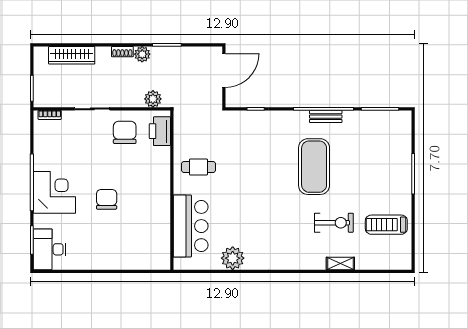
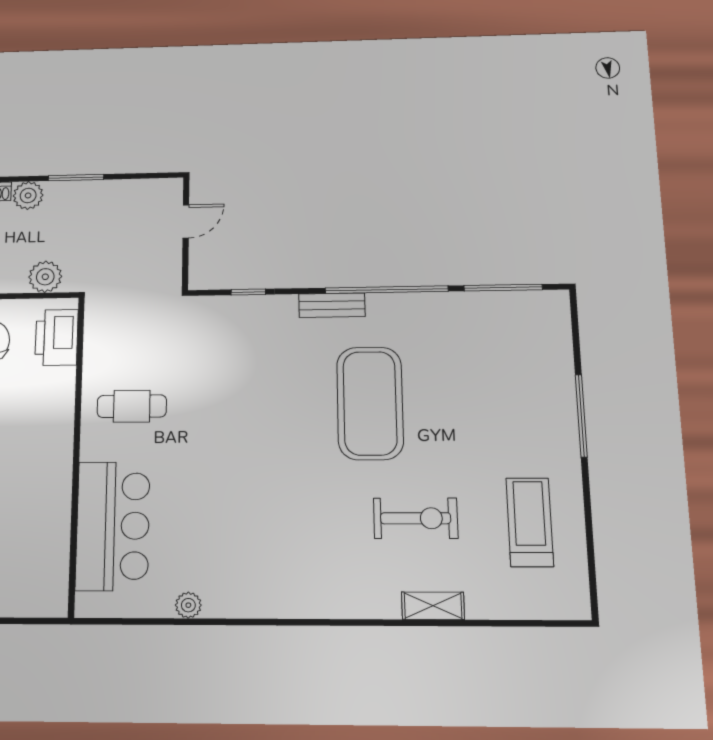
door: (224, 71) -> (186, 221), width x0.53
bench: (326, 117) -> (332, 305), moved
treadmill: (386, 225) -> (530, 522), turned 90
plant: (233, 258) -> (188, 605), width x0.53, depth x0.53

